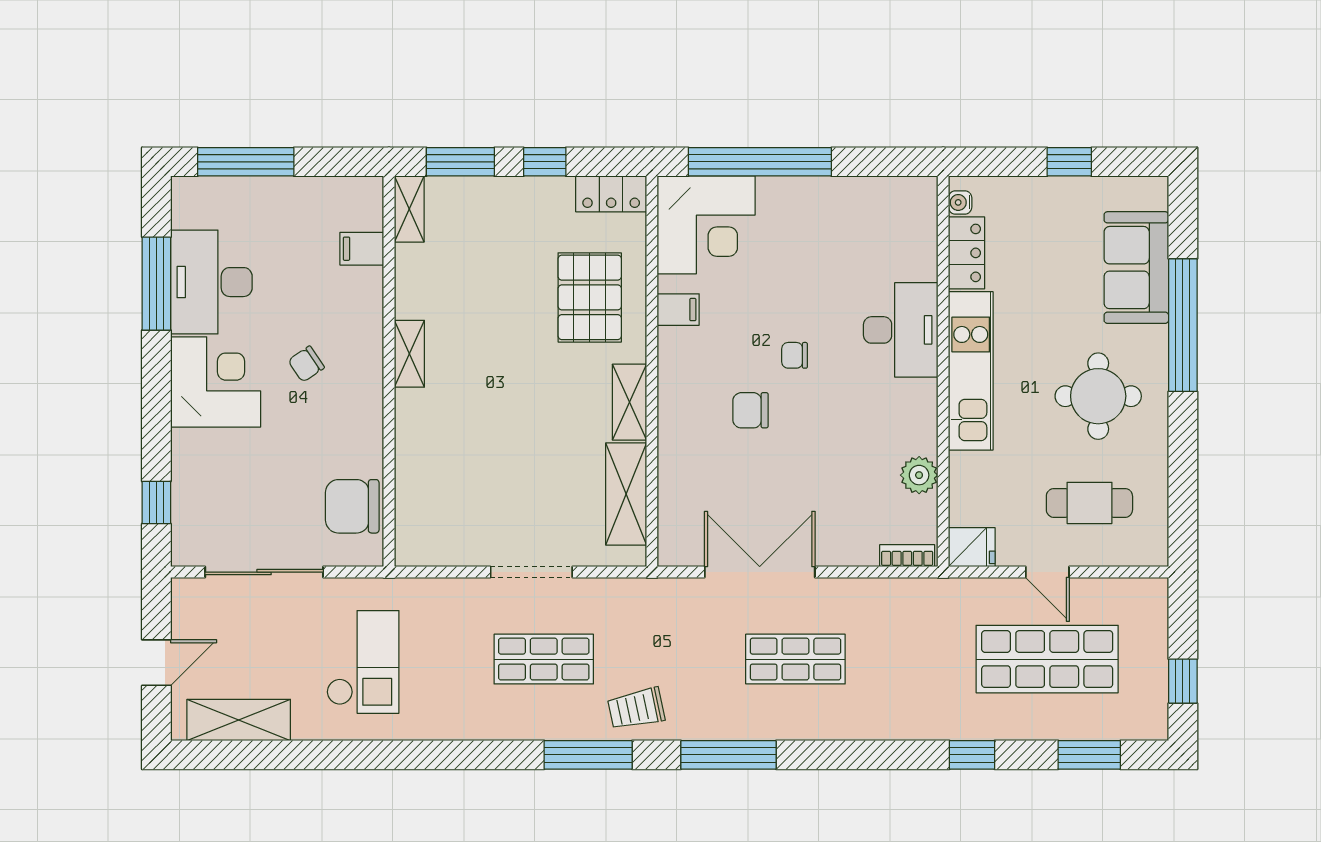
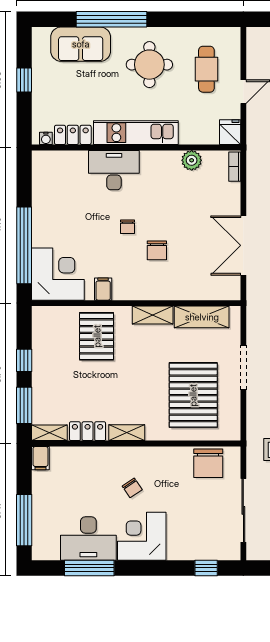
locker: (611, 194) -> (88, 431), moved, turned -90
filing cabinet: (362, 249) -> (40, 458), moved
pallet: (590, 297) -> (97, 336), turned 90
pallet: (480, 478) -> (193, 395), added

